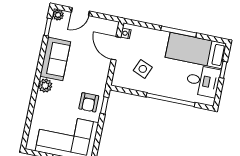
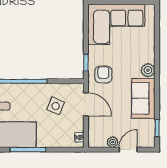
plant: (58, 15) -> (113, 142), moved
door: (116, 48) -> (86, 104), moved
armchair: (89, 102) -> (103, 75), moved

